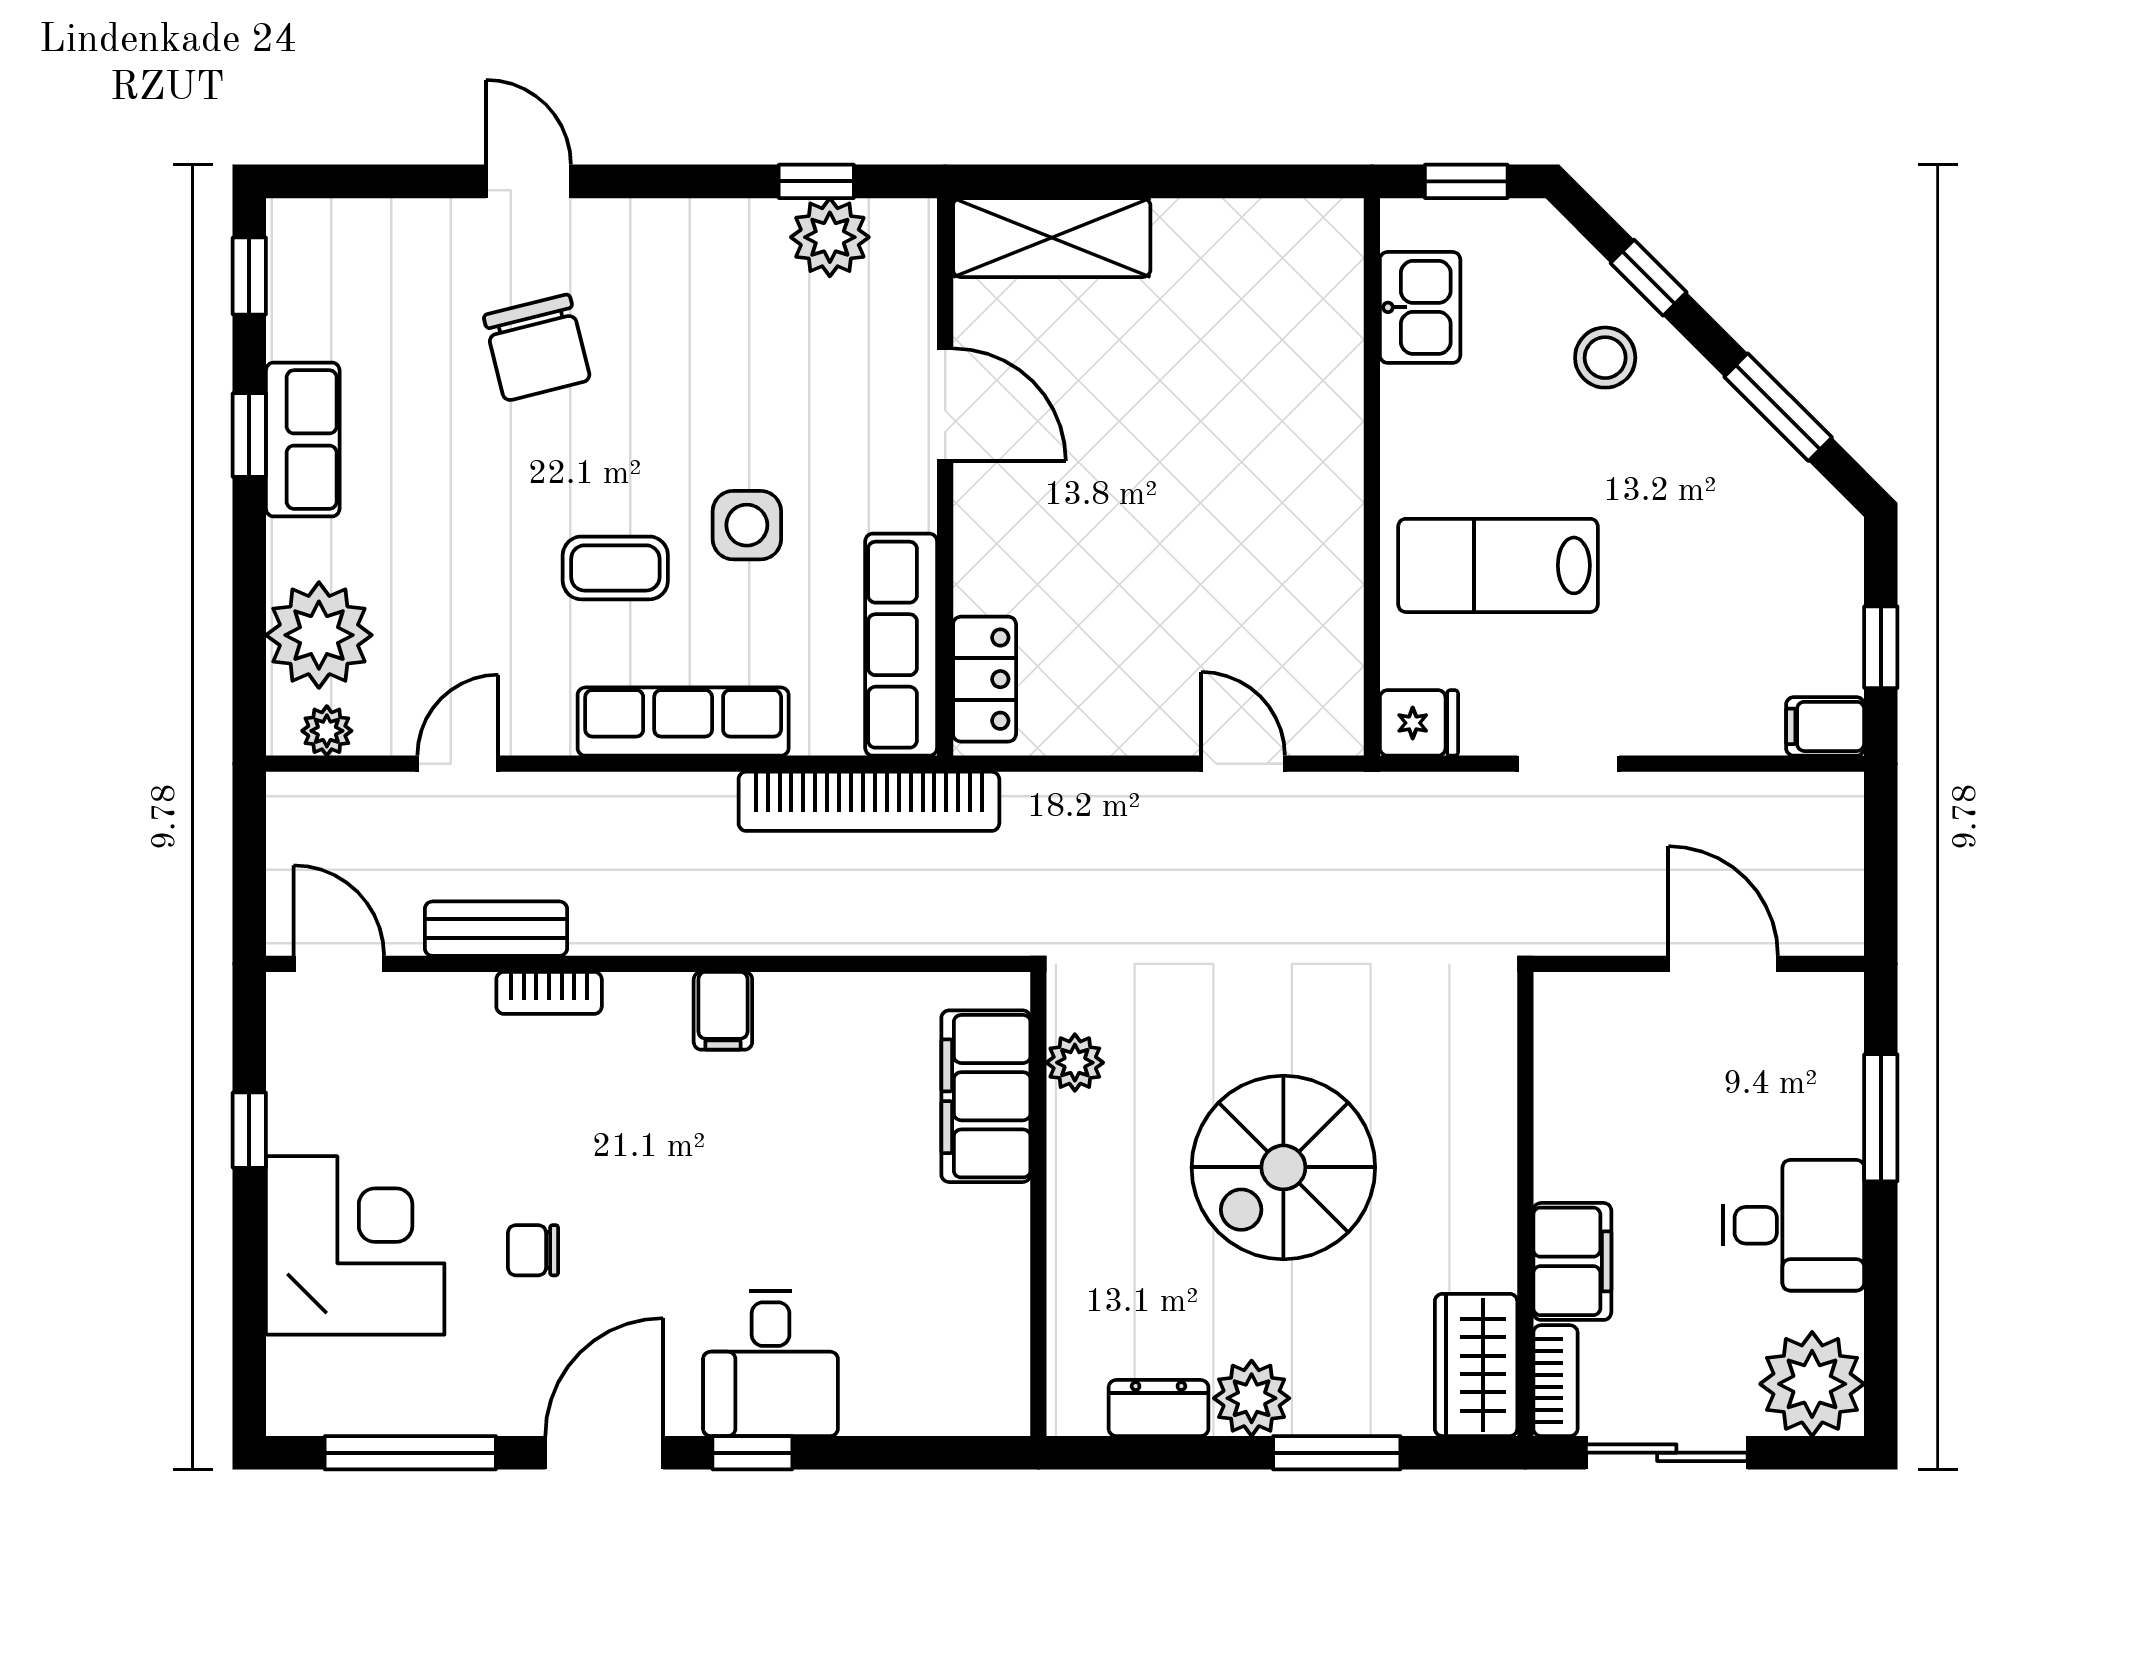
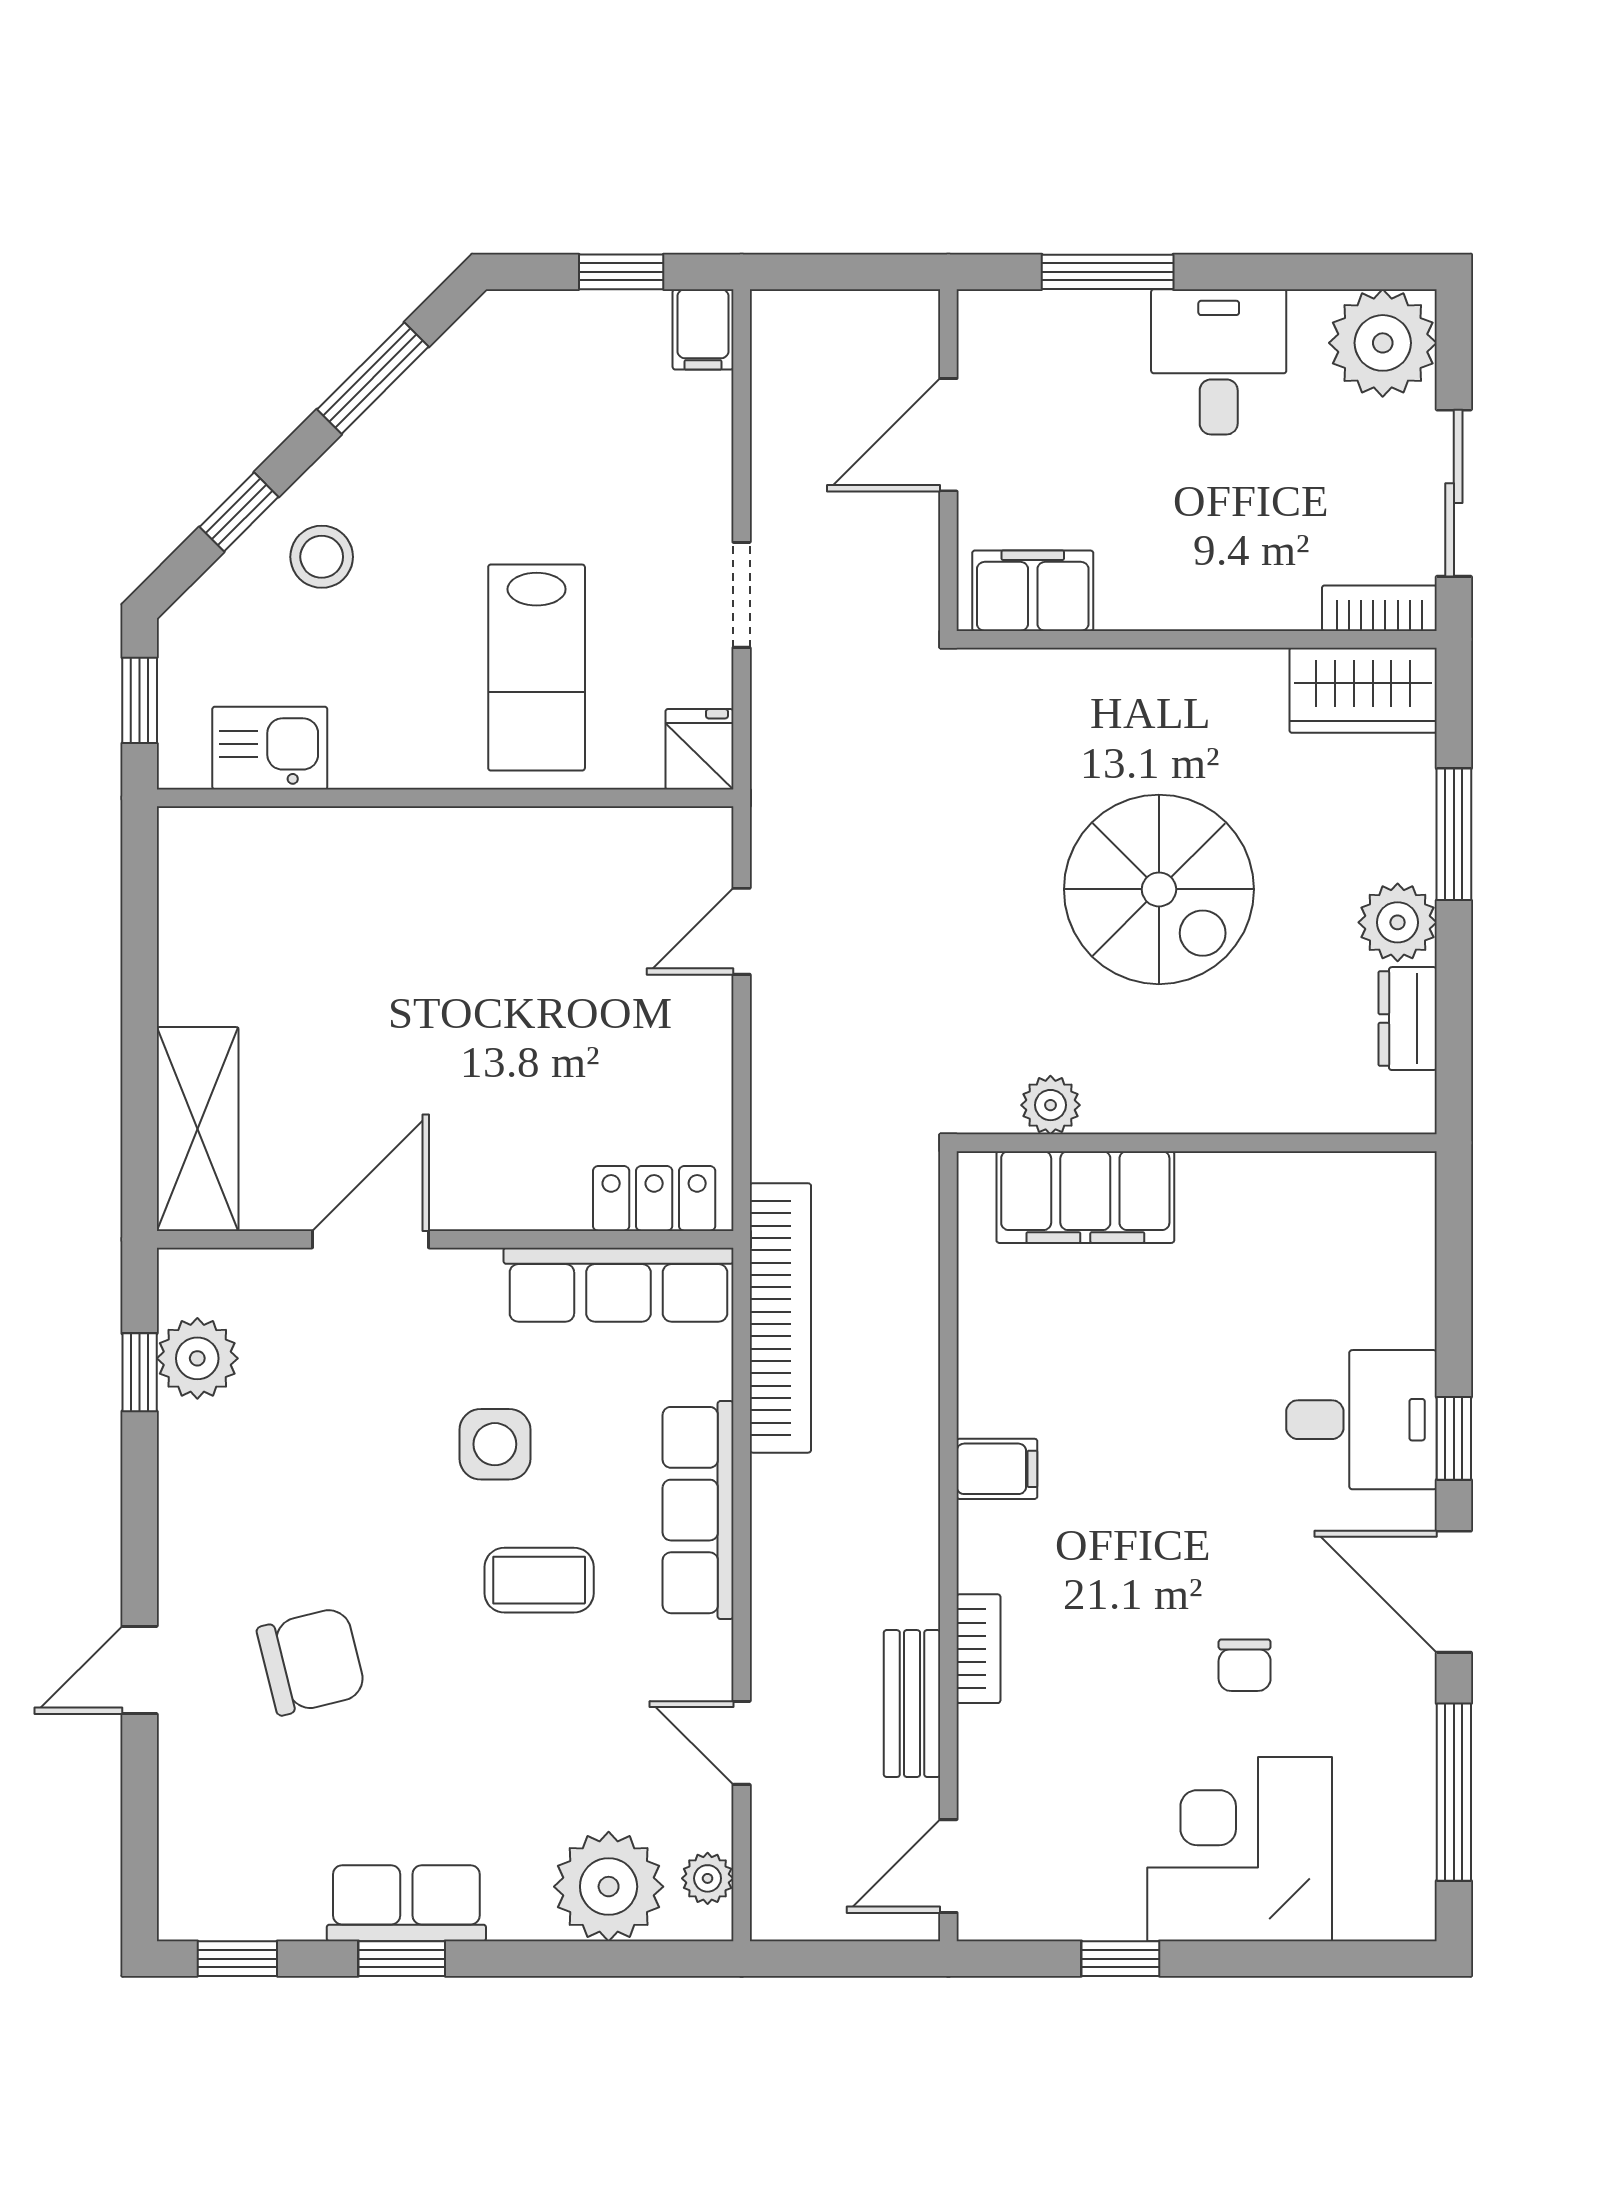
coffee table: (615, 568) -> (539, 1580), turned 90
filing cabinet: (1572, 1261) -> (1033, 591), moved

